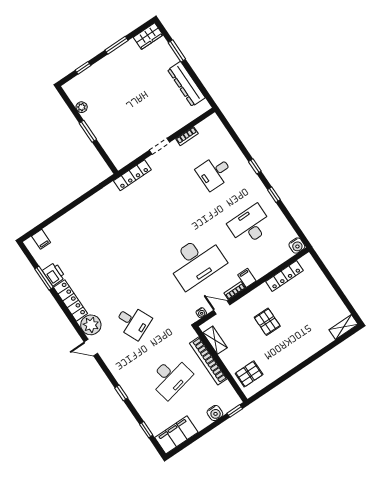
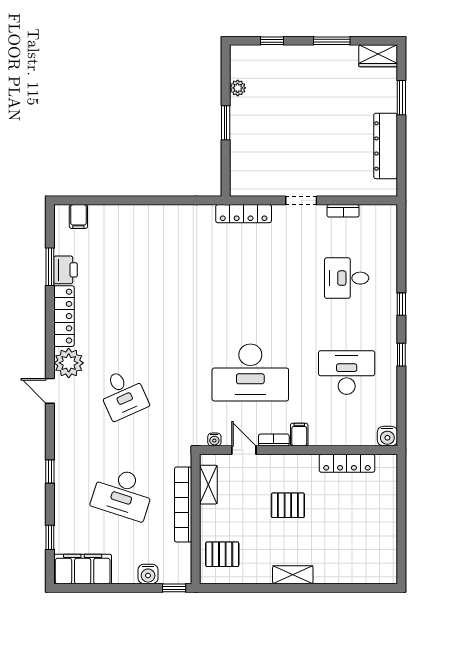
pallet: (267, 322) -> (288, 505), turned 90
shelving: (343, 327) -> (293, 575), moved
desk: (170, 377) -> (123, 493), turned 30

